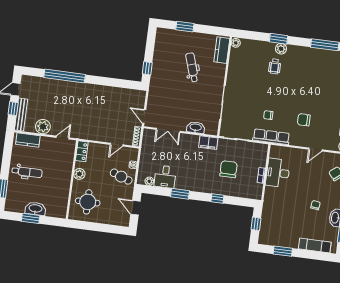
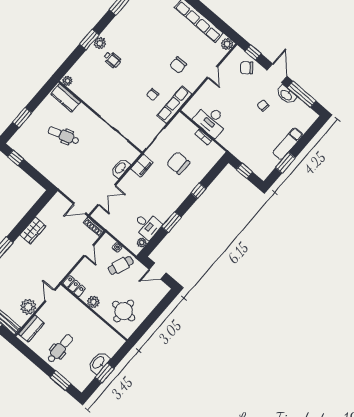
window: (147, 68) -> (16, 158), moved
wardrobe: (104, 92) -> (33, 231), added
exam couch: (315, 245) -> (288, 144), moved

